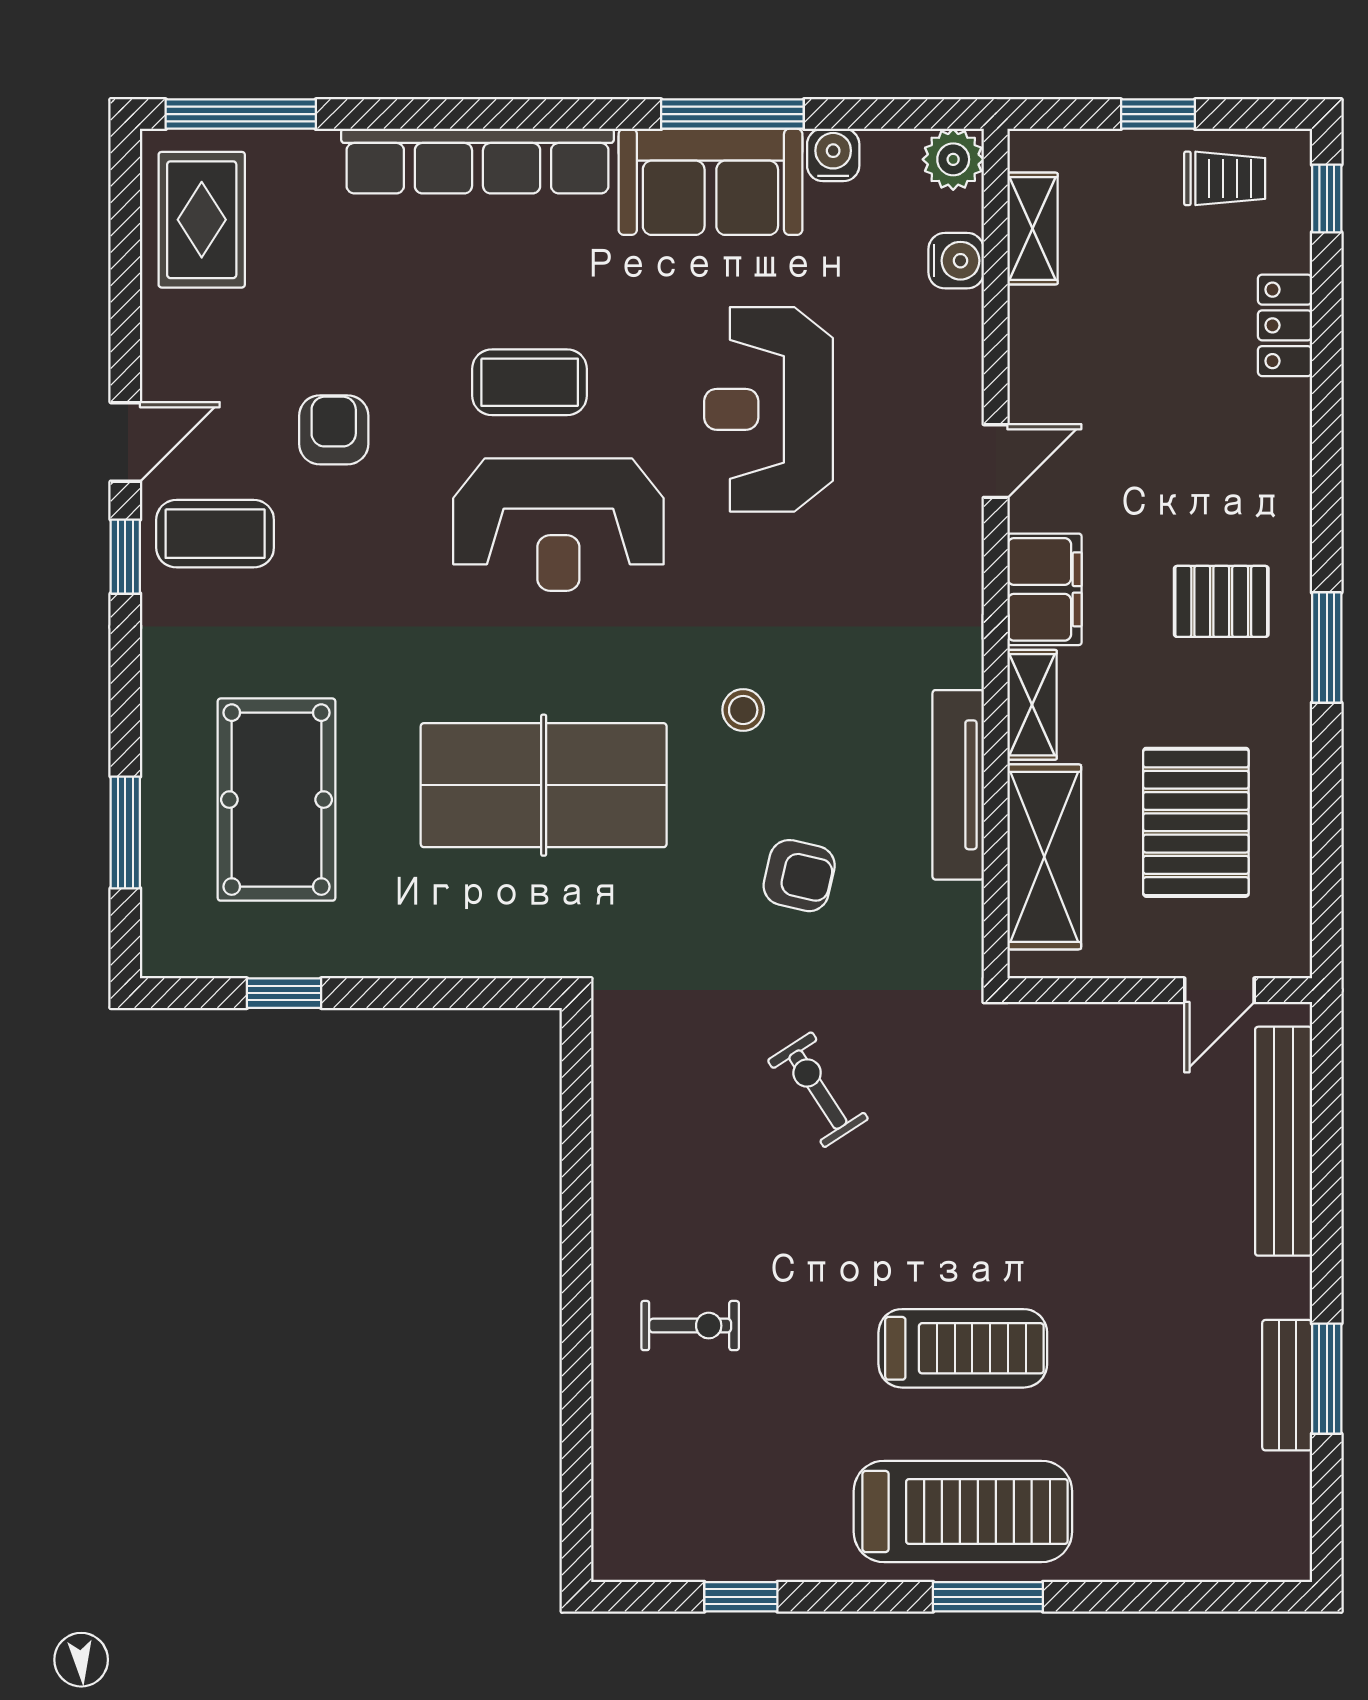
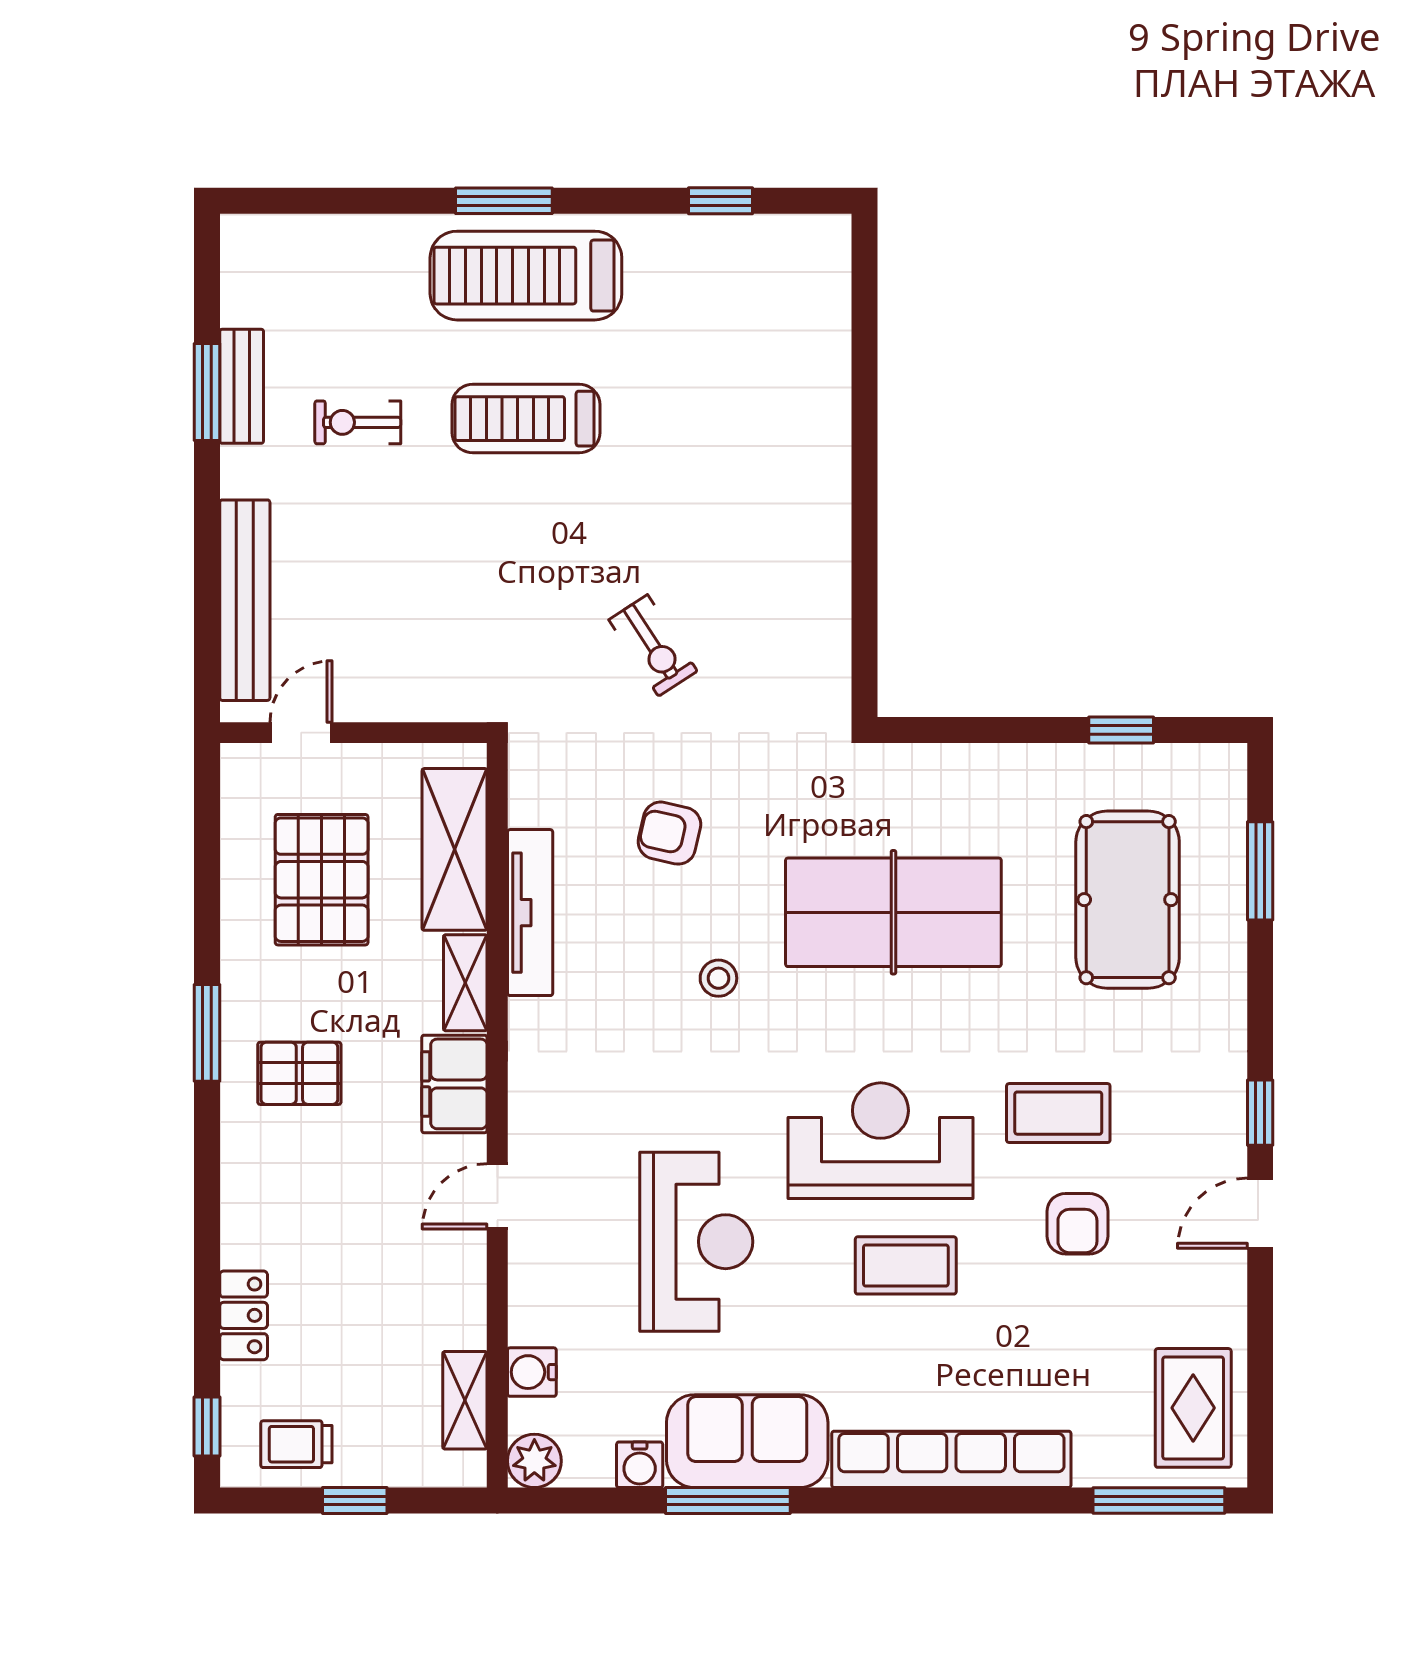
coffee table: (215, 534) -> (1058, 1113), moved
exercise bike: (690, 1326) -> (358, 422), moved

